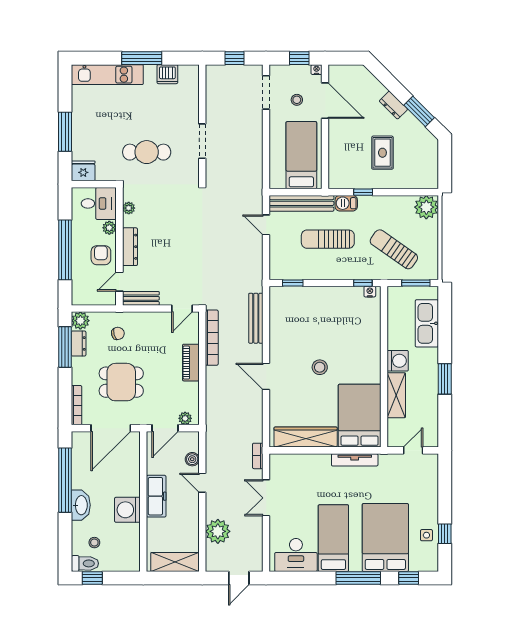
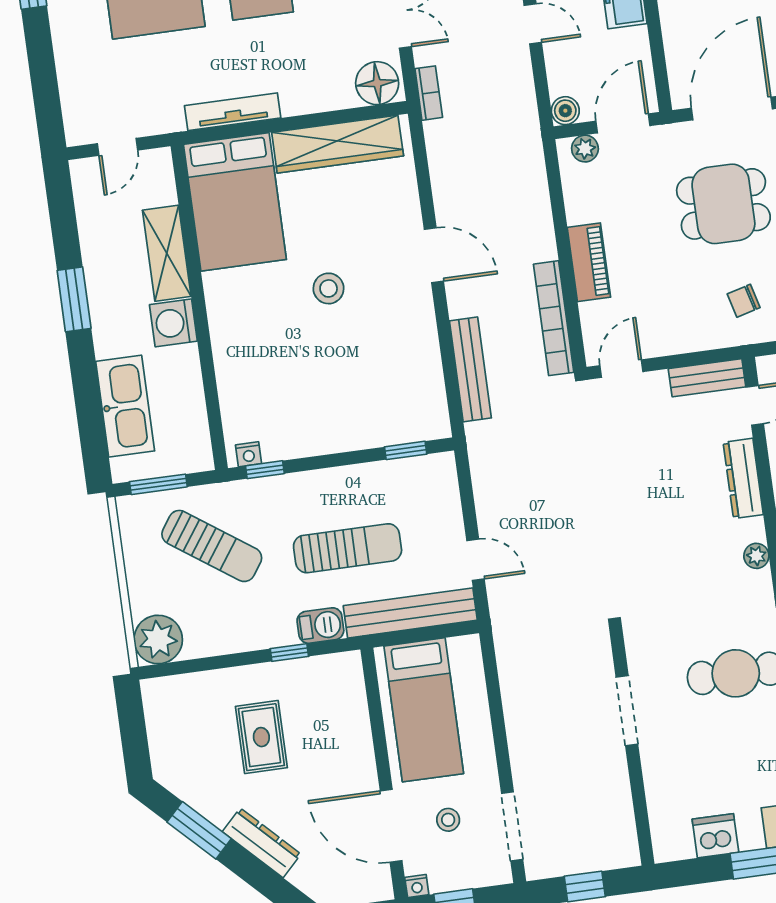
dresser: (393, 105) -> (262, 843), width x1.44
boiler: (192, 459) -> (565, 111), moved
floor lamp: (282, 464) -> (377, 83), added

